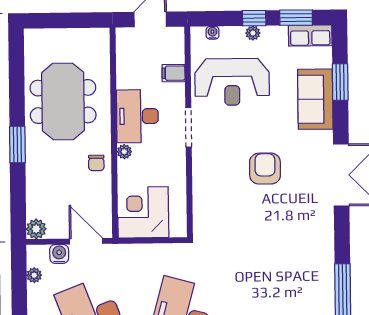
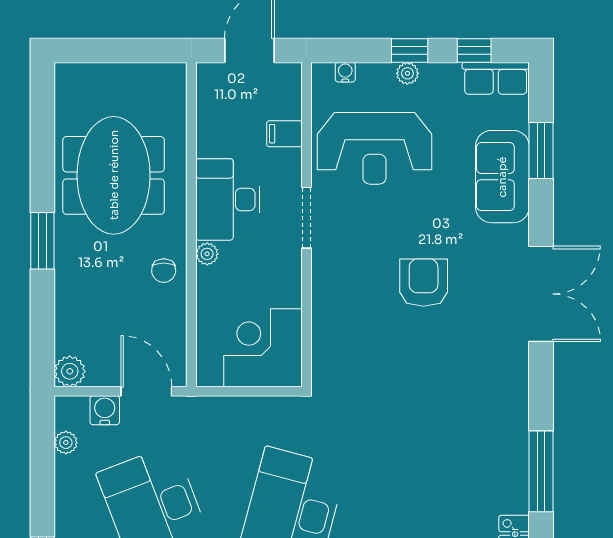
window: (296, 18) -> (474, 50), width x0.67
corner desk: (143, 212) -> (263, 348), moved

